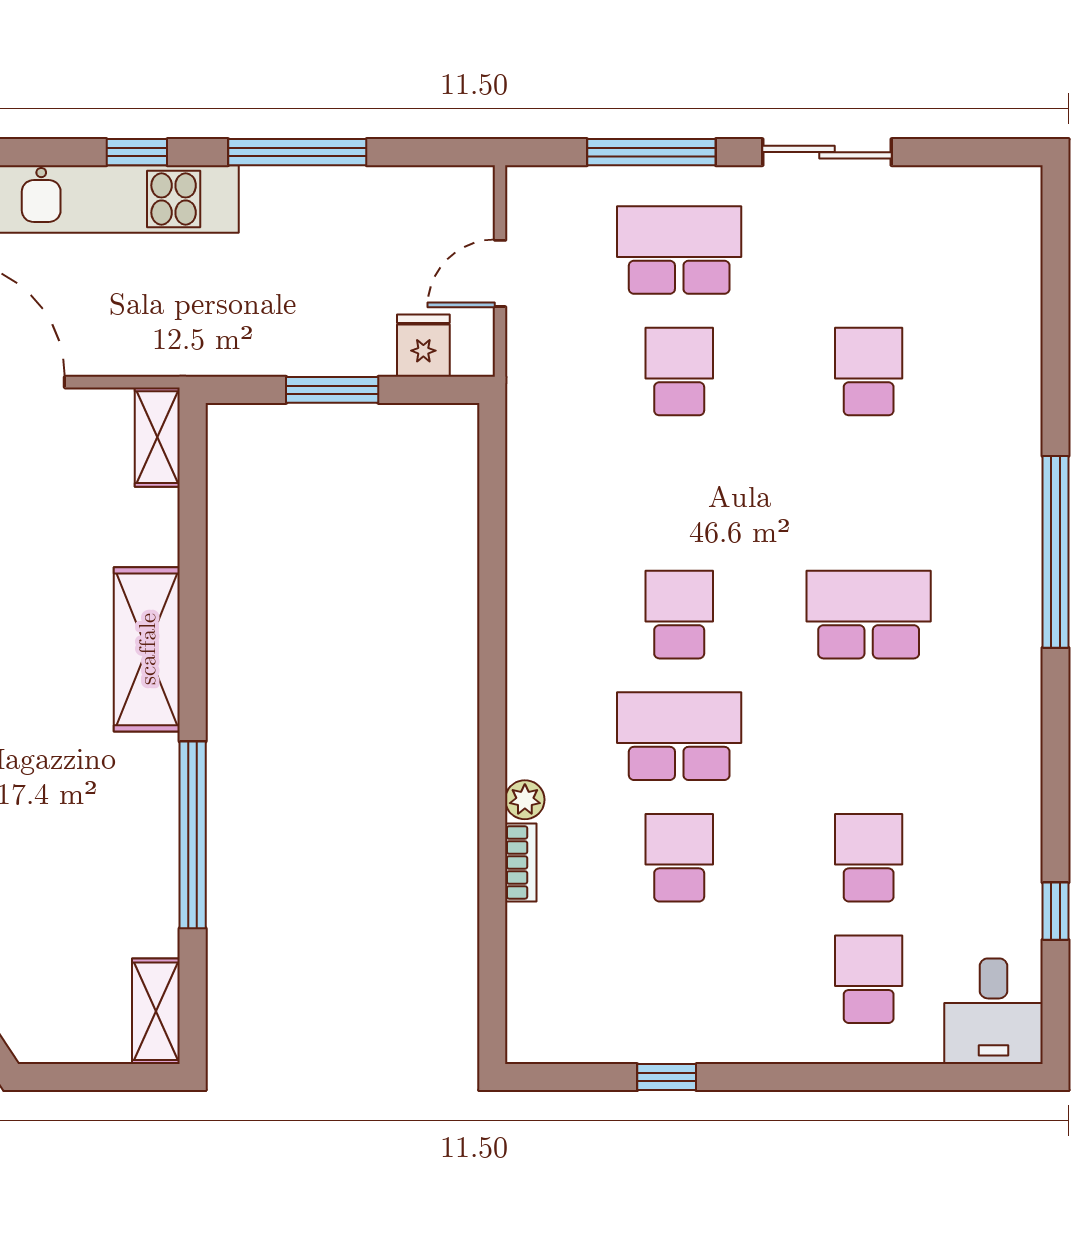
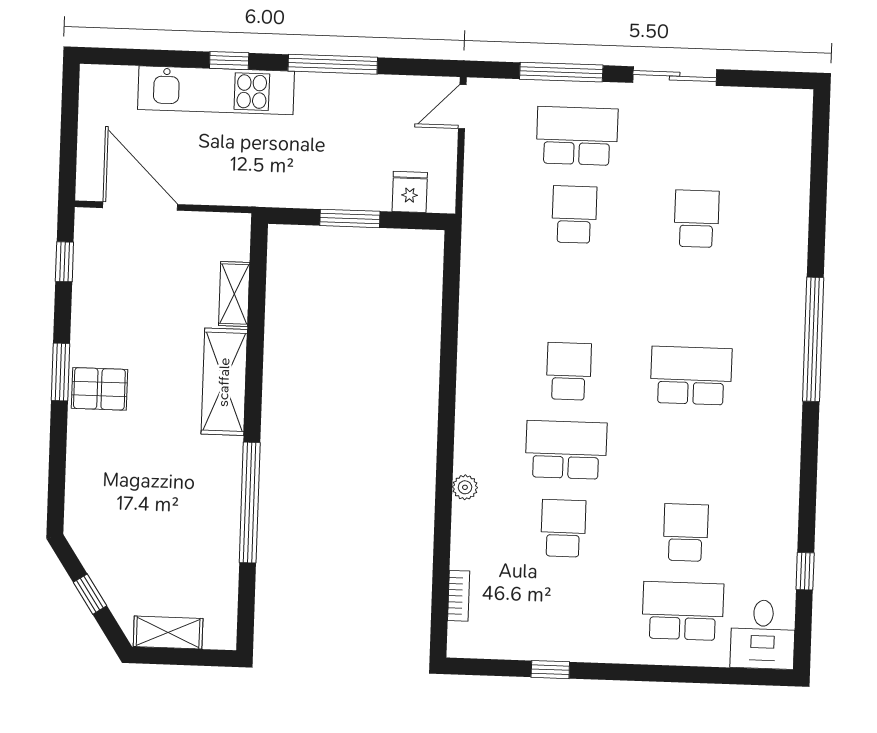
door: (500, 273) -> (462, 107), moved
shelving: (157, 437) -> (234, 294), moved
bookcase: (521, 862) -> (459, 596), moved
school desk: (869, 979) -> (683, 611), width x1.85
shelving: (156, 1011) -> (168, 632), moved, turned 90

